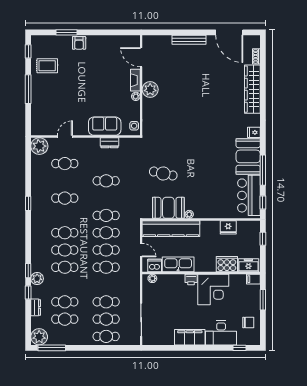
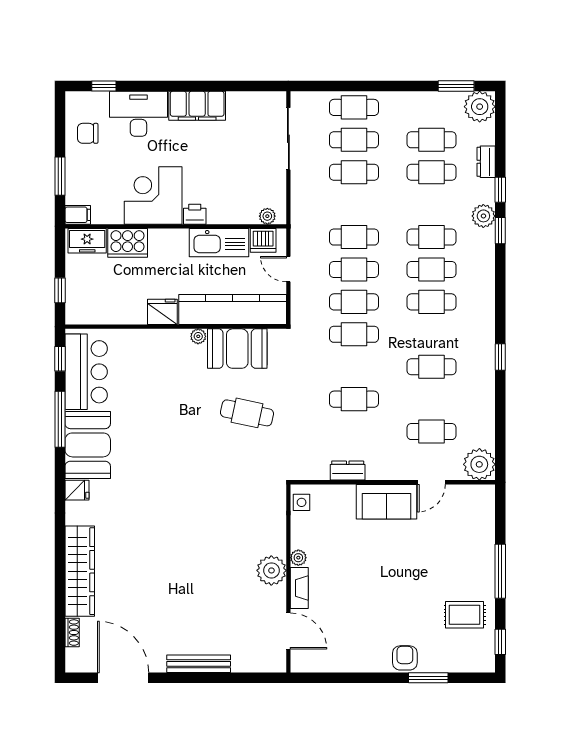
sofa: (105, 126) -> (386, 502), moved
fridge: (228, 227) -> (162, 312), moved
window: (52, 348) -> (456, 86), width x0.69

